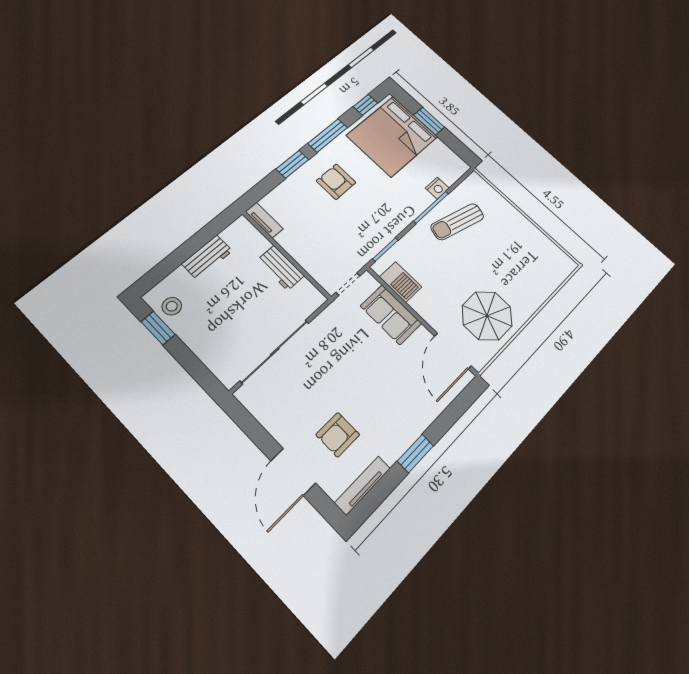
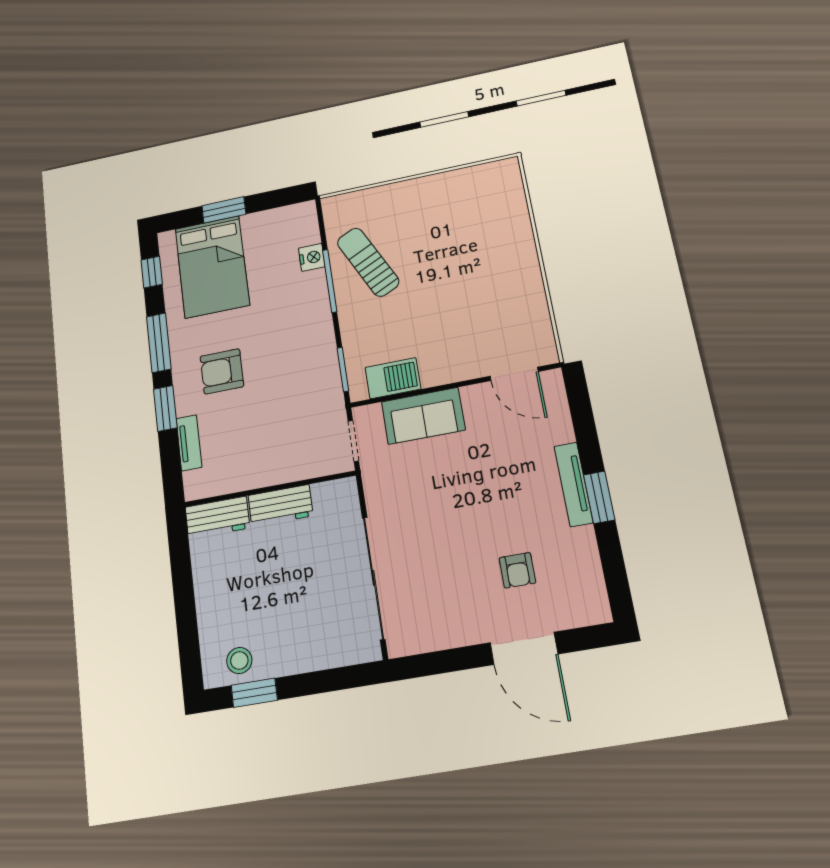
bed: (392, 136) -> (212, 267), width x0.73
tv unit: (264, 220) -> (189, 443), moved, turned 90
sun lounger: (457, 222) -> (368, 262), turned 139
workbench: (207, 257) -> (217, 517), moved, turned 90
parasol: (487, 316) -> (501, 306), removed
door: (453, 351) -> (514, 374), width x0.73
armchair: (338, 435) -> (517, 570), width x0.72, depth x0.72
tv unit: (363, 486) -> (573, 484), moved

